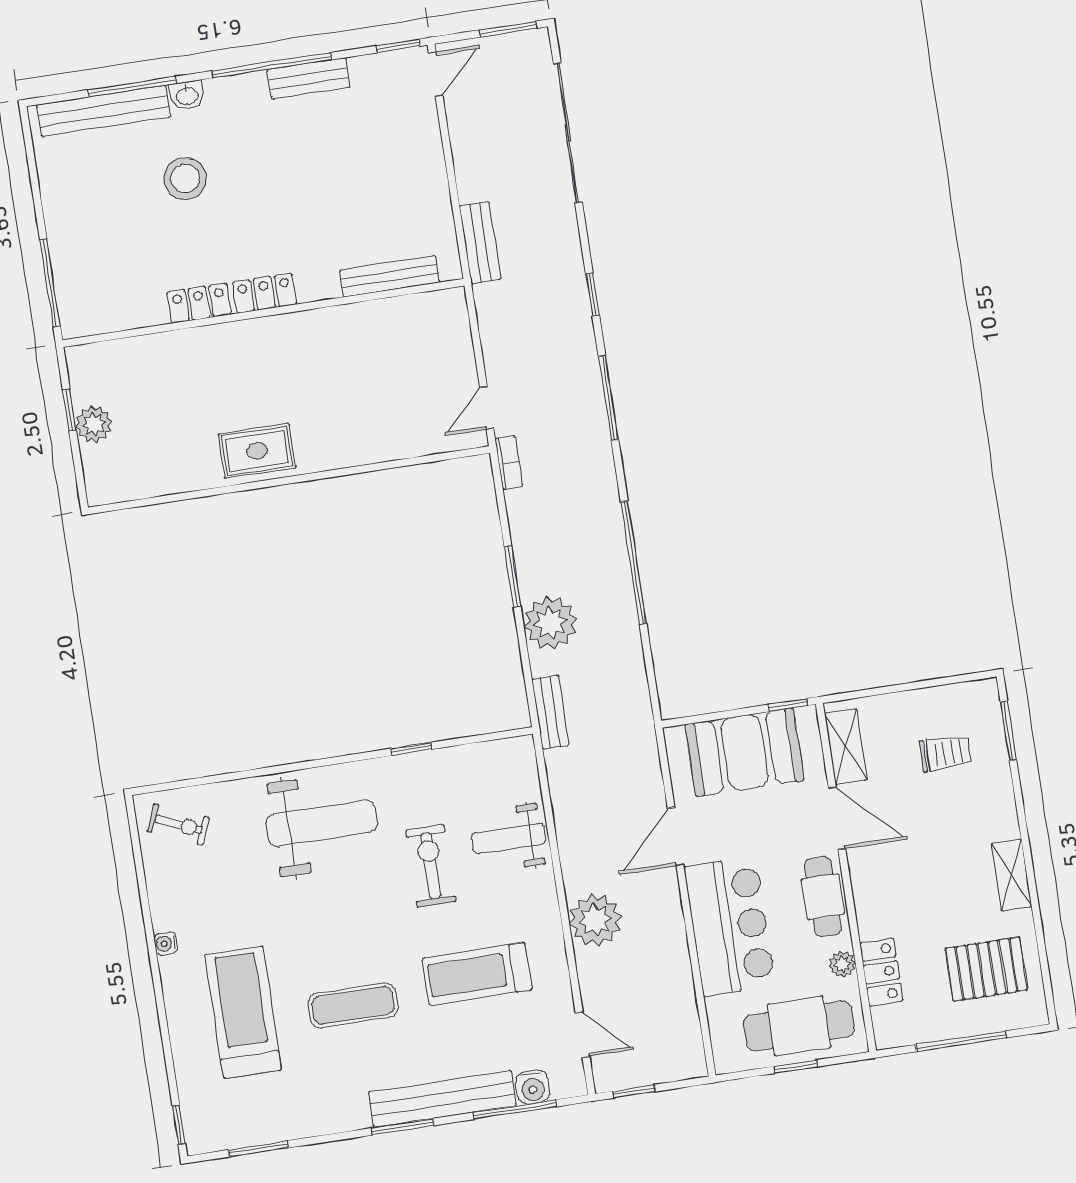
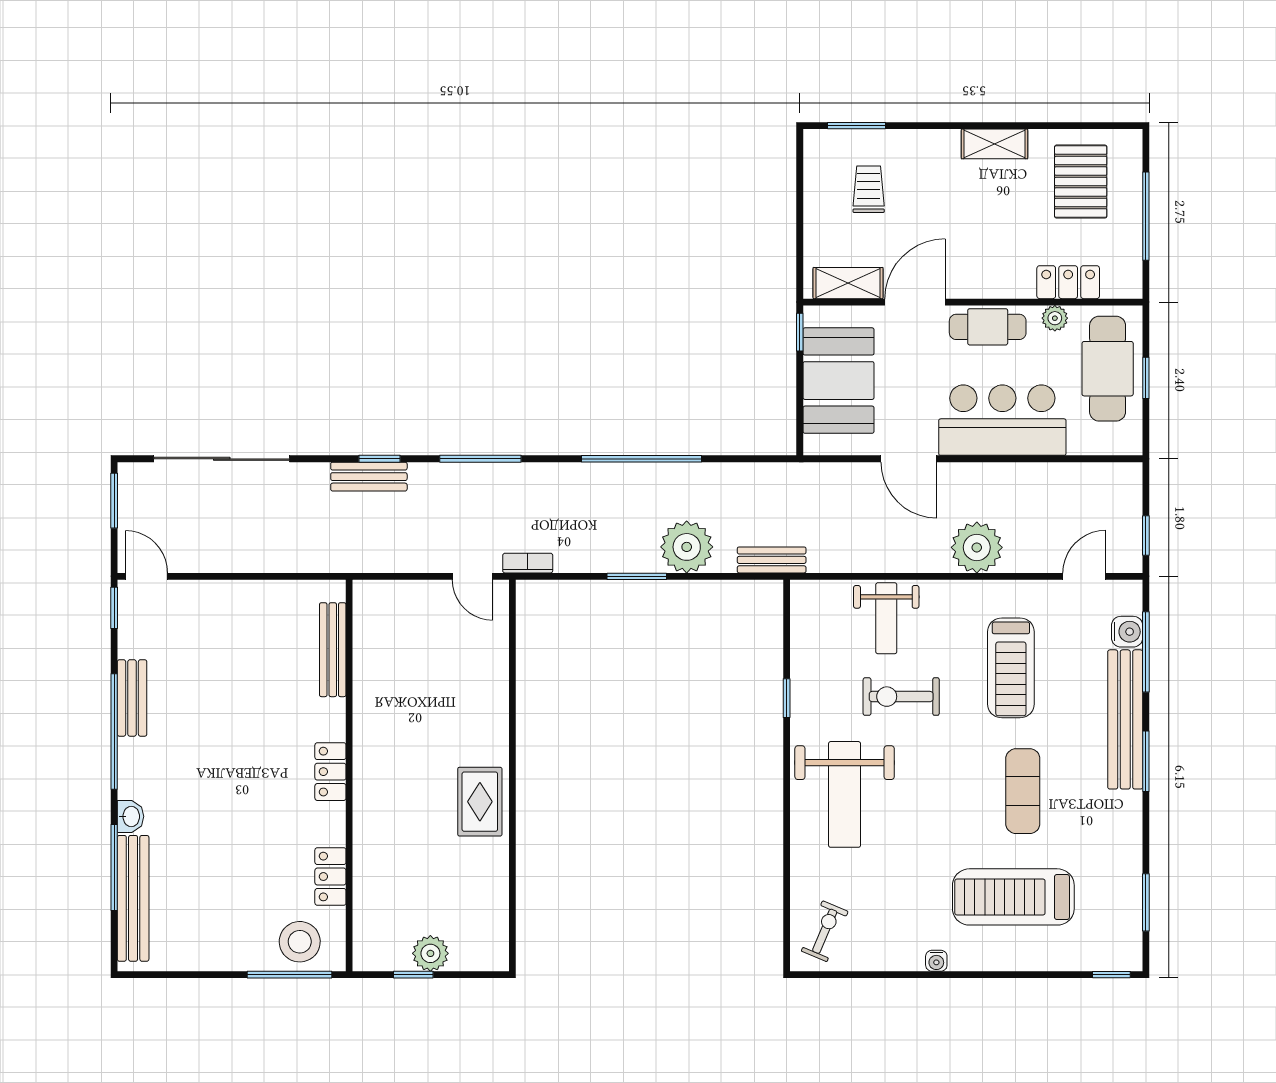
stool: (185, 179) -> (300, 942), moved
bench: (480, 243) -> (369, 477), moved
locker: (199, 303) -> (330, 877), moved
weight bench: (322, 823) -> (845, 794), turned 180

